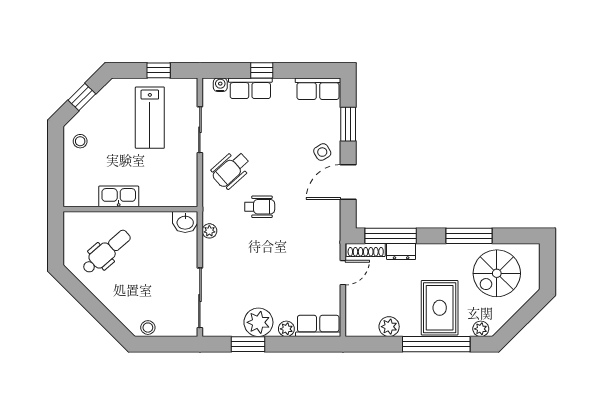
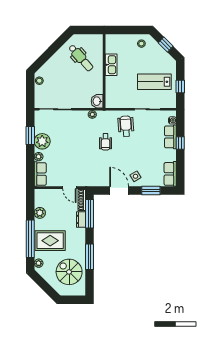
wheelchair: (231, 170) -> (126, 126), turned 38

